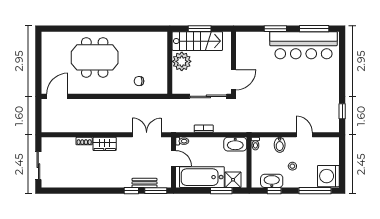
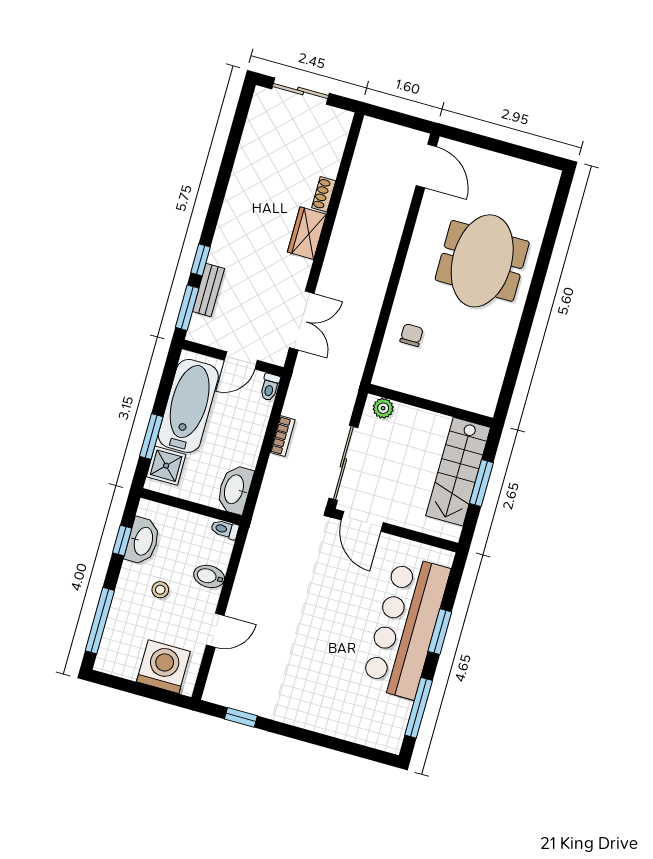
bar counter: (303, 45) -> (406, 627), moved
plant: (182, 61) -> (383, 408), moved, width x0.53, depth x0.53
washing machine: (328, 176) -> (163, 667), moved

